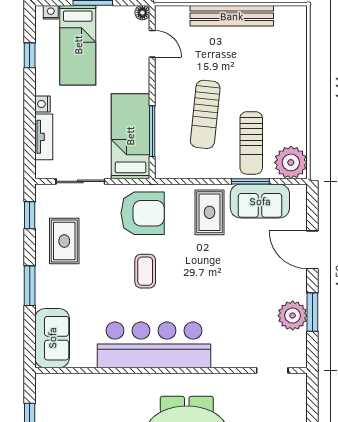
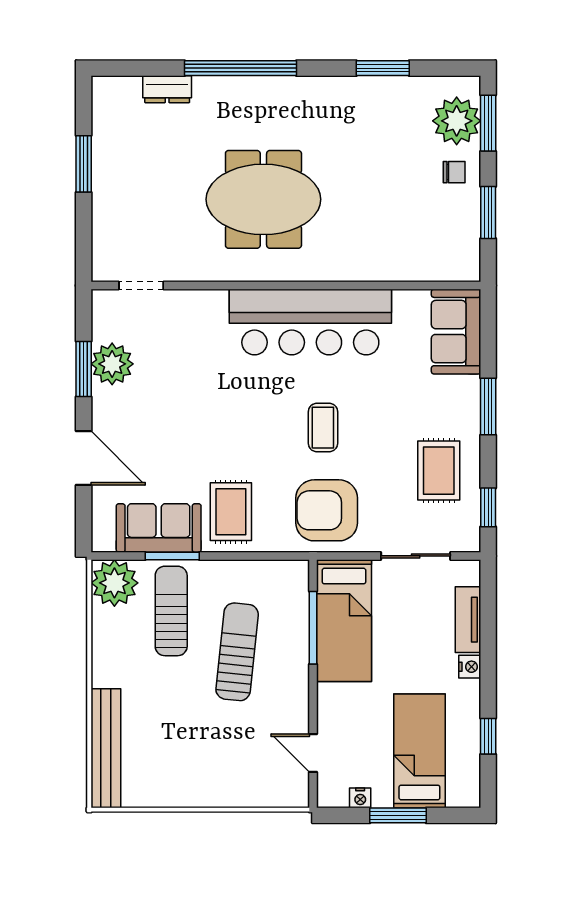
nightstand: (51, 12) -> (360, 798), moved
floor lamp: (142, 13) -> (327, 797), removed
bench: (232, 16) -> (106, 748), moved, turned 90

